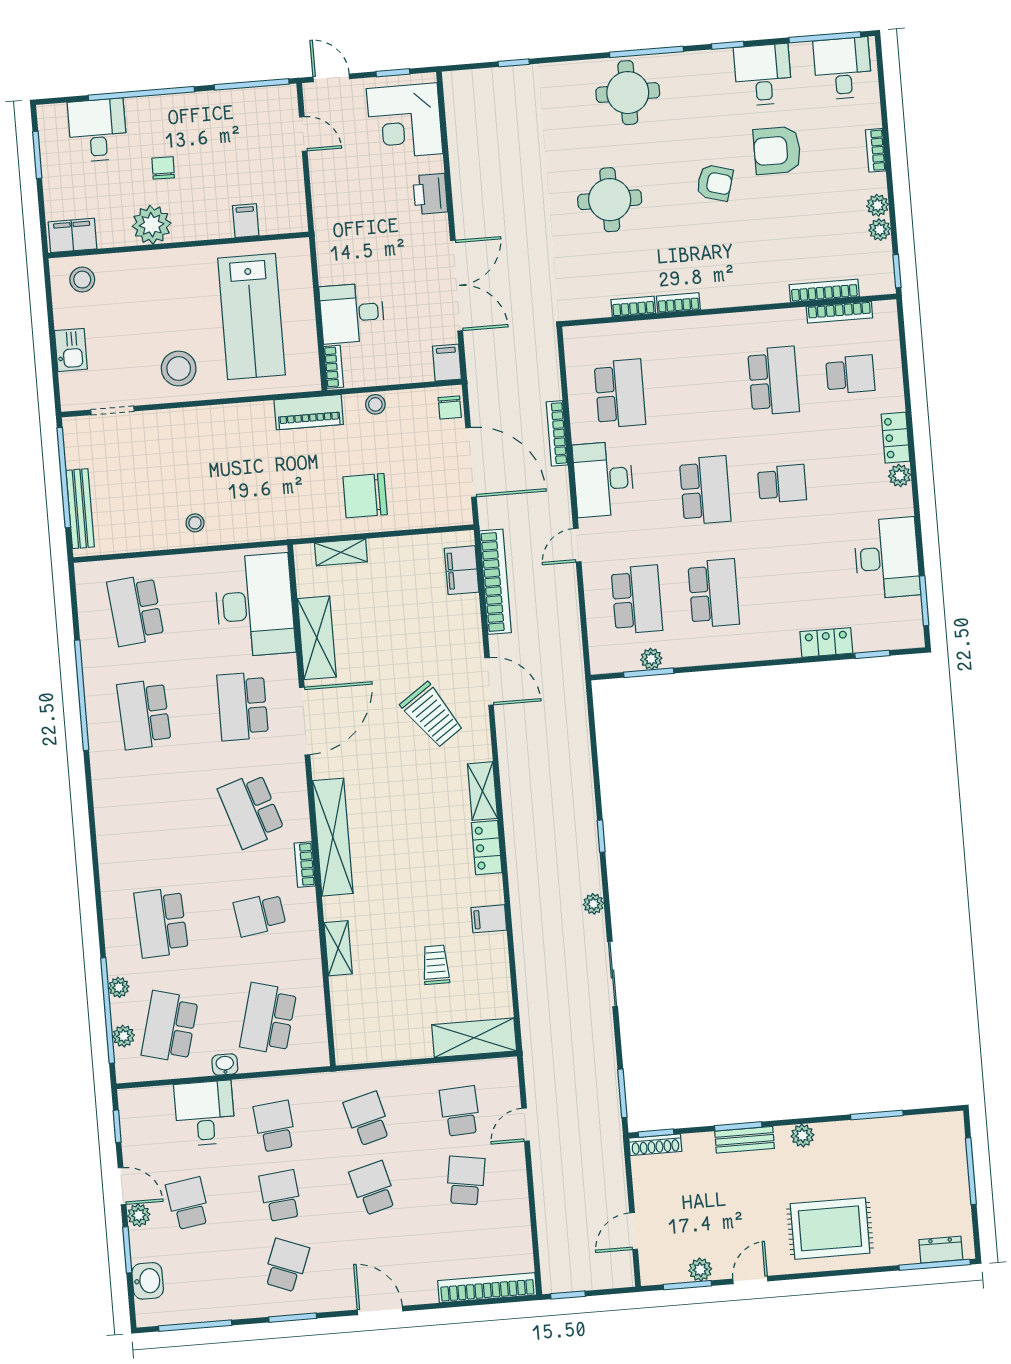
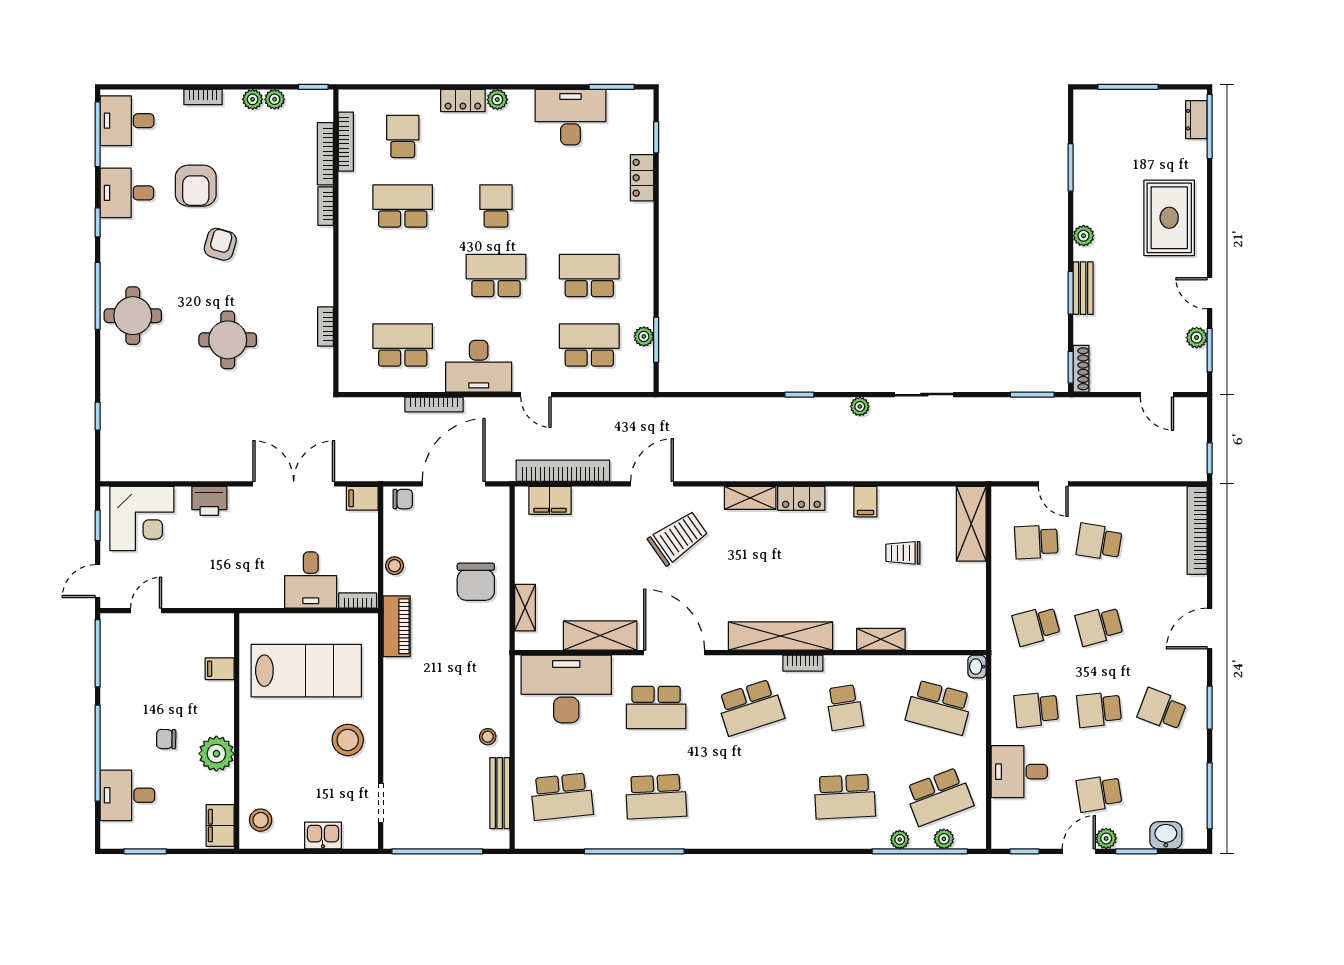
bookcase: (678, 303) -> (326, 206), moved
bench: (80, 509) -> (500, 793), moved, turned 90
school desk: (170, 1027) -> (939, 797), turned -36
washbasin: (225, 1065) -> (977, 667), moved

